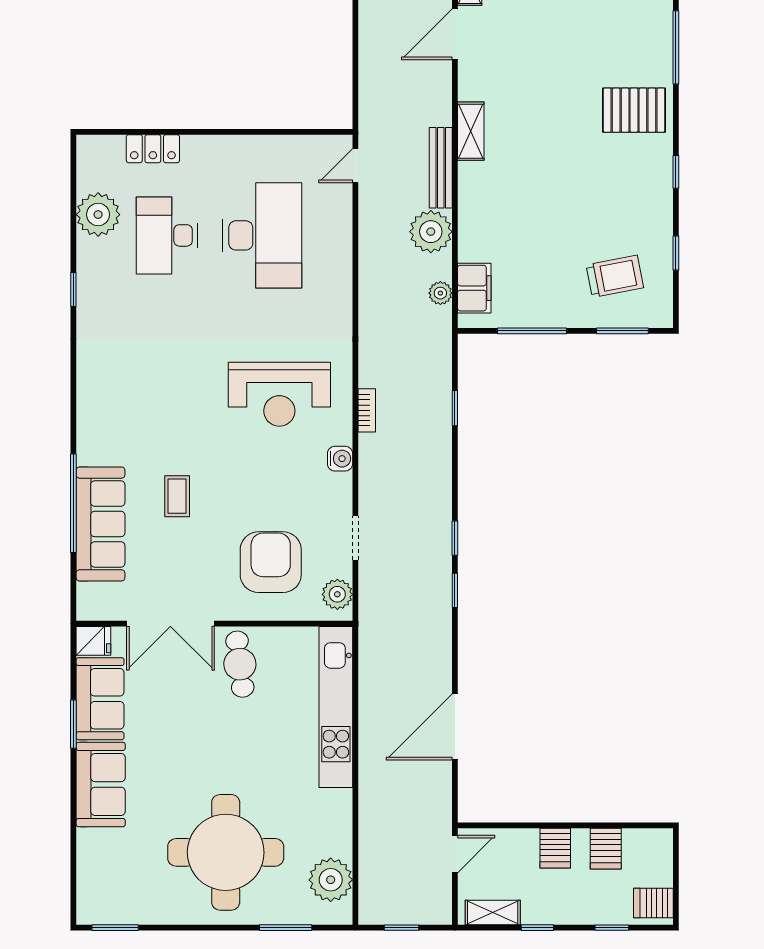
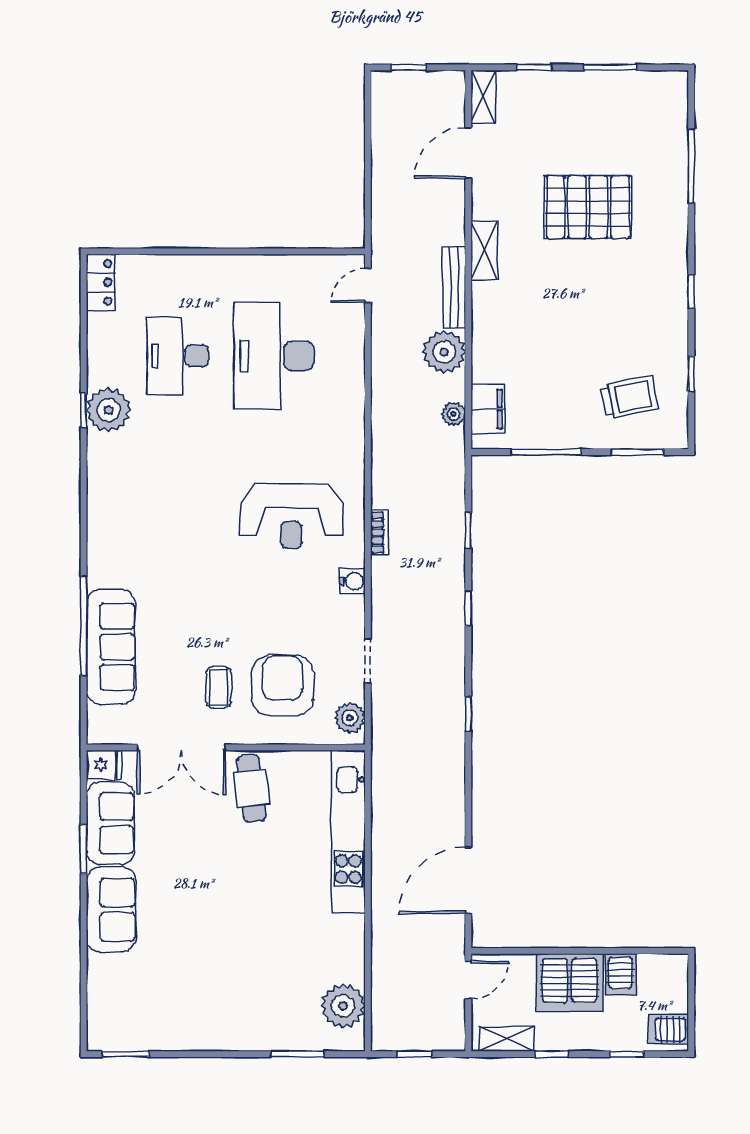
pallet: (634, 110) -> (588, 207), moved, width x1.37, depth x1.41
locker: (153, 149) -> (101, 282), moved, turned -90
plant: (98, 215) -> (108, 410), moved
desk: (262, 235) -> (274, 356), turned 180
coffee table: (177, 496) -> (219, 687), moved
window: (455, 538) -> (468, 609), moved
door: (455, 727) -> (468, 880), moved
server rack: (555, 848) -> (570, 983), width x2.18, depth x1.44
round table: (226, 852) -> (237, 978), removed

